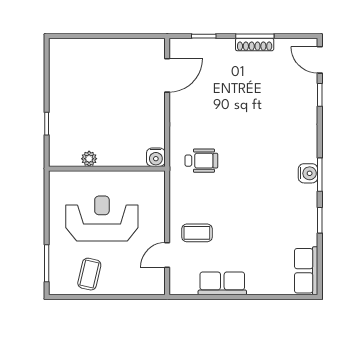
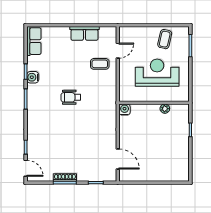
door: (167, 75) -> (118, 159), swing flipped
wheelchair: (201, 161) -> (71, 97), moved
water cooler: (308, 173) -> (33, 77), moved
reception desk: (102, 218) -> (157, 73), turned 180

